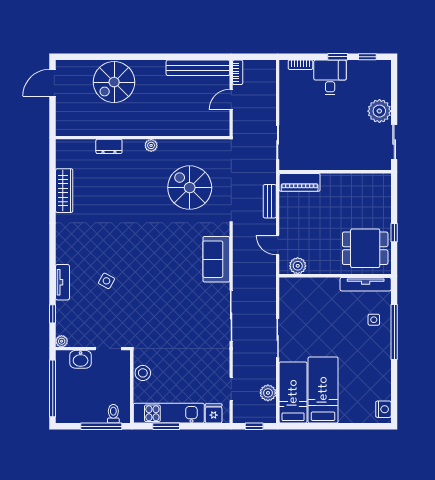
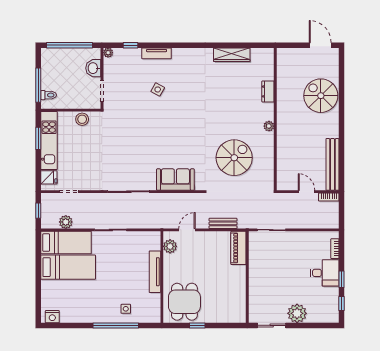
tv unit: (366, 284) -> (155, 272), moved

